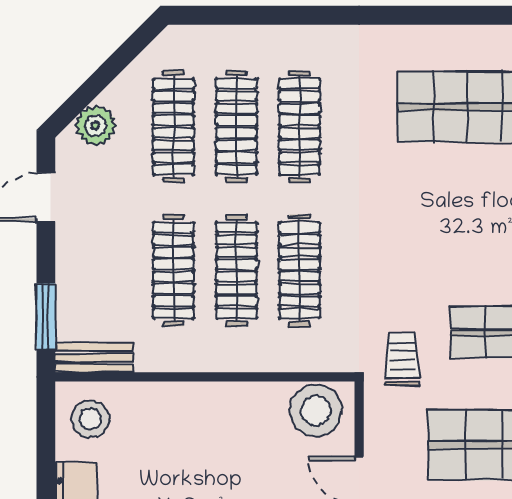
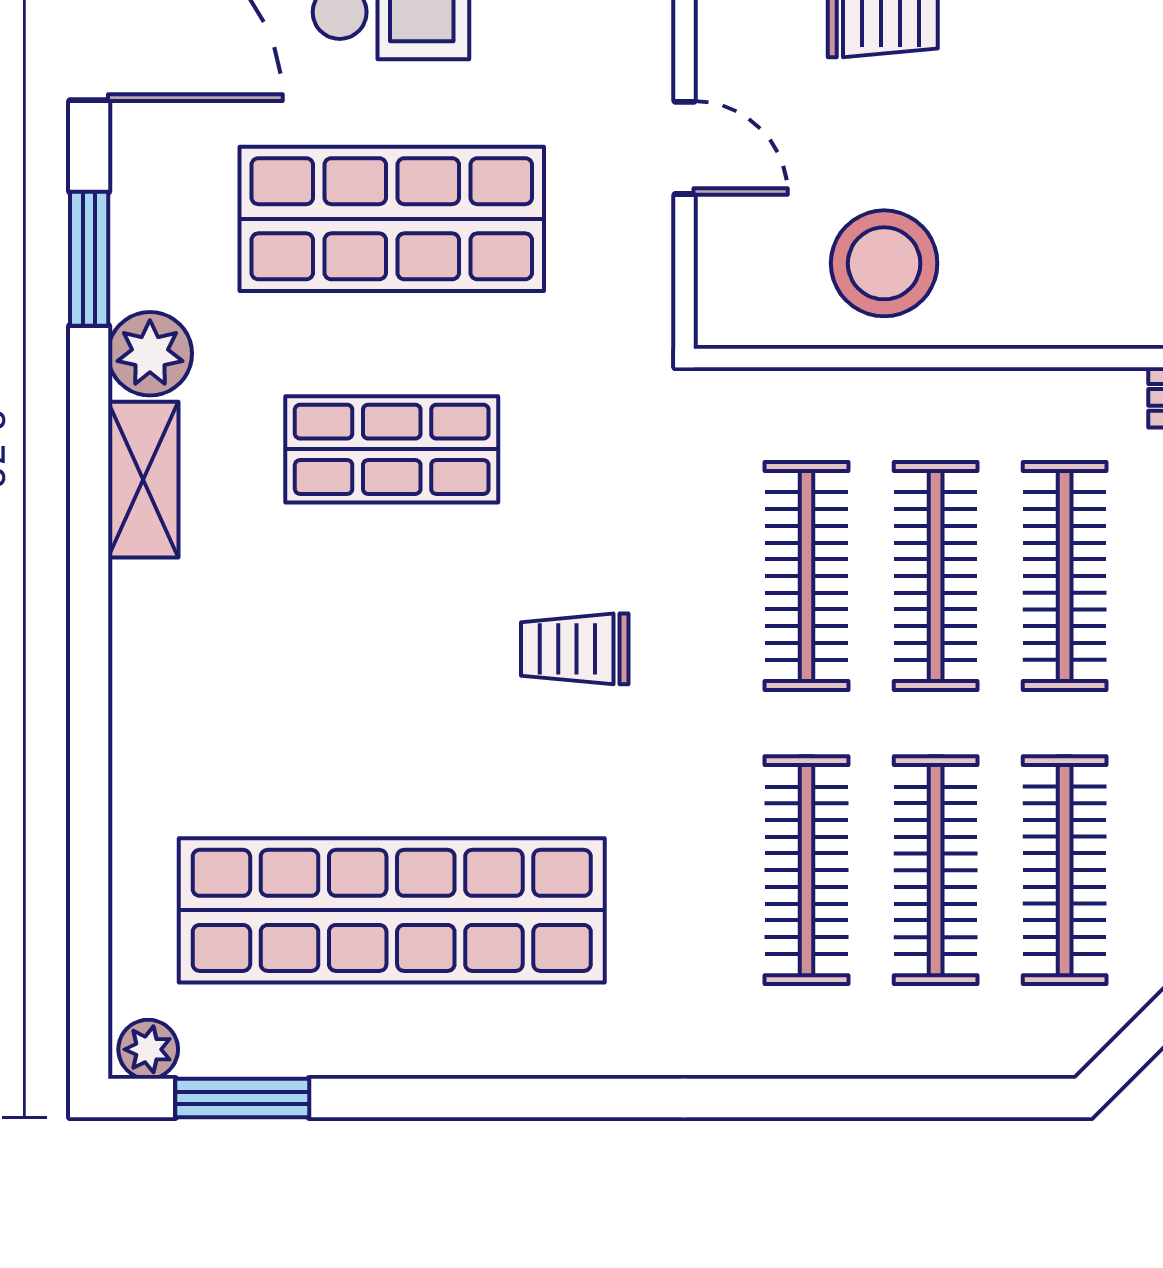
trolley: (402, 359) -> (575, 649), moved, turned 90
stool: (316, 410) -> (884, 263), moved

